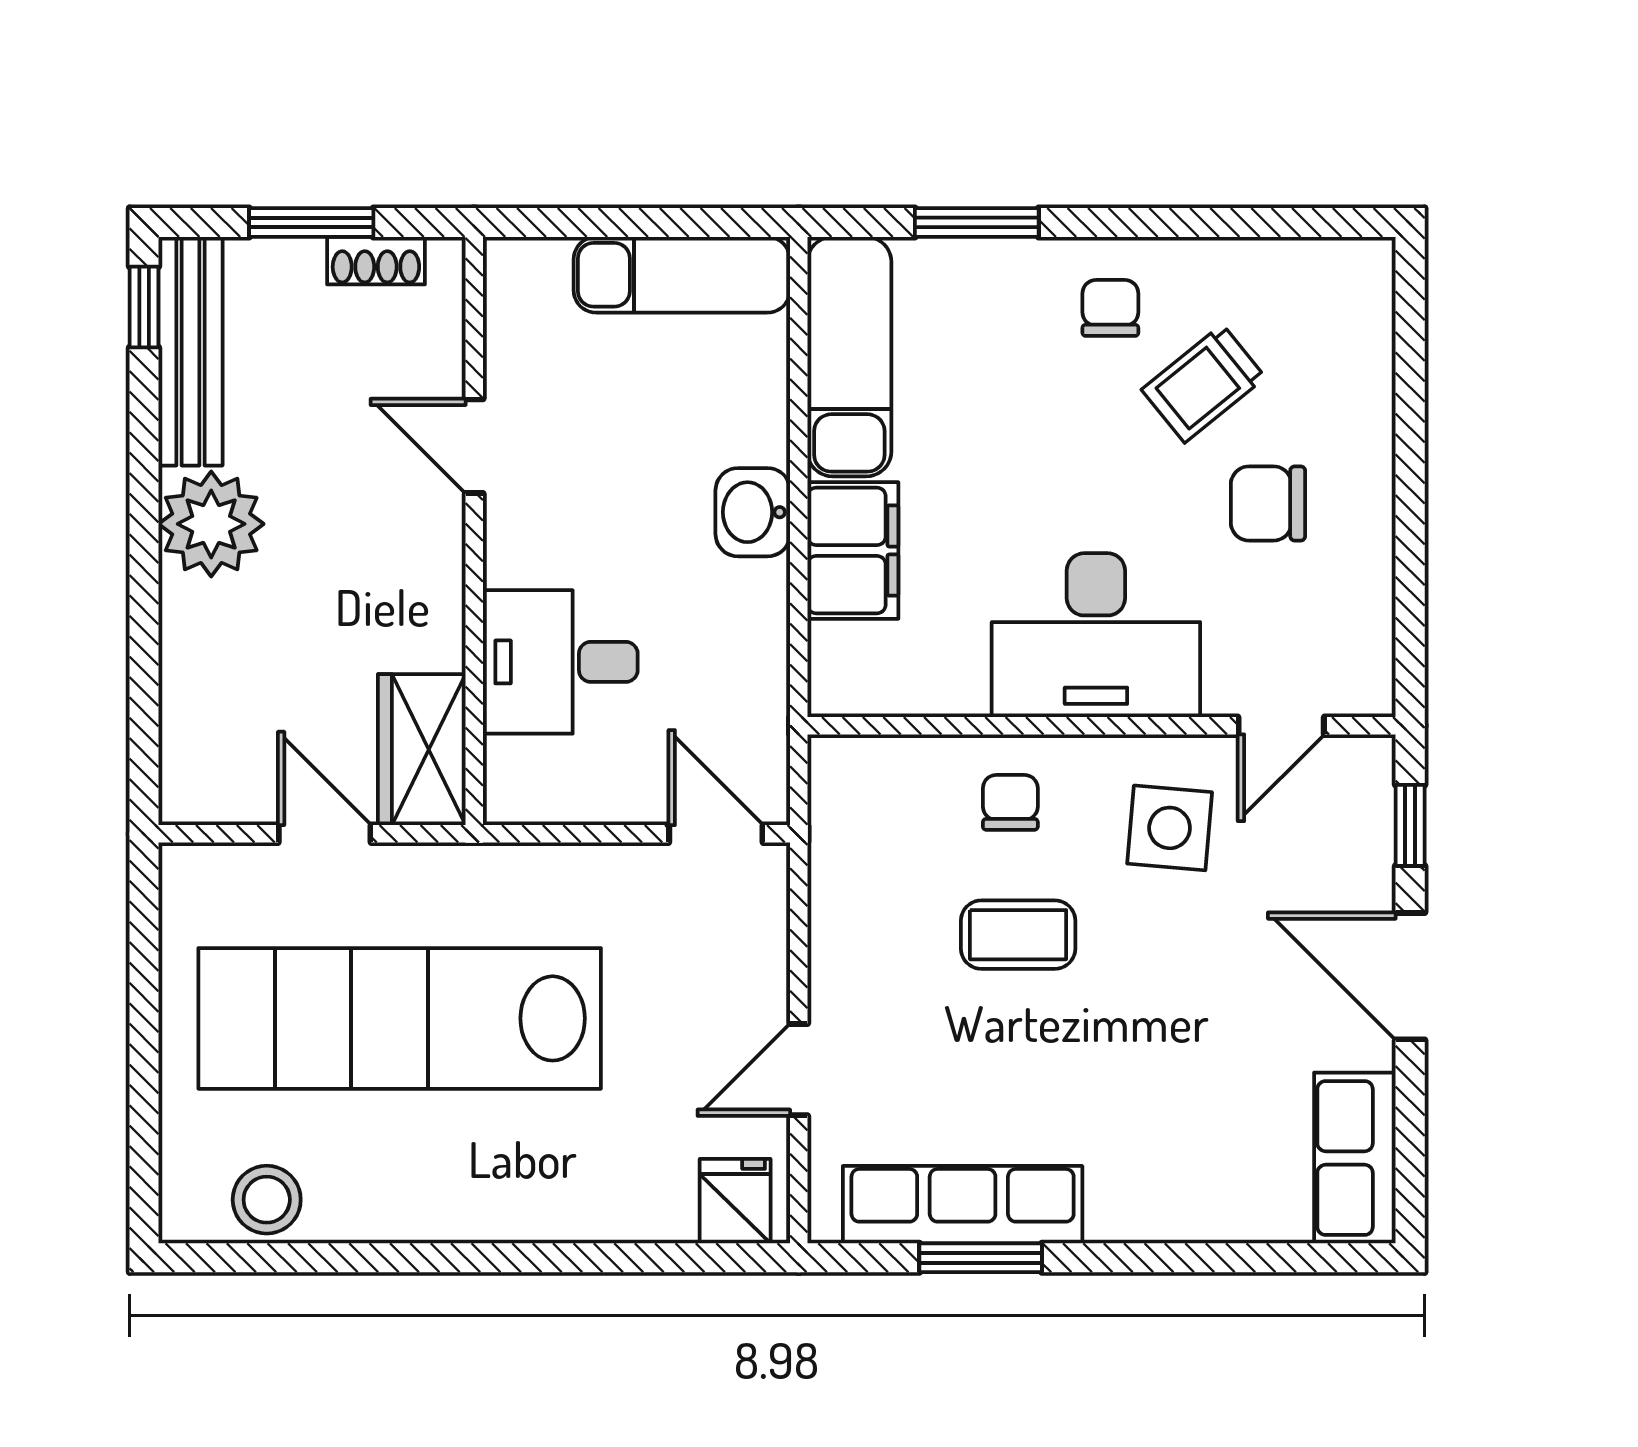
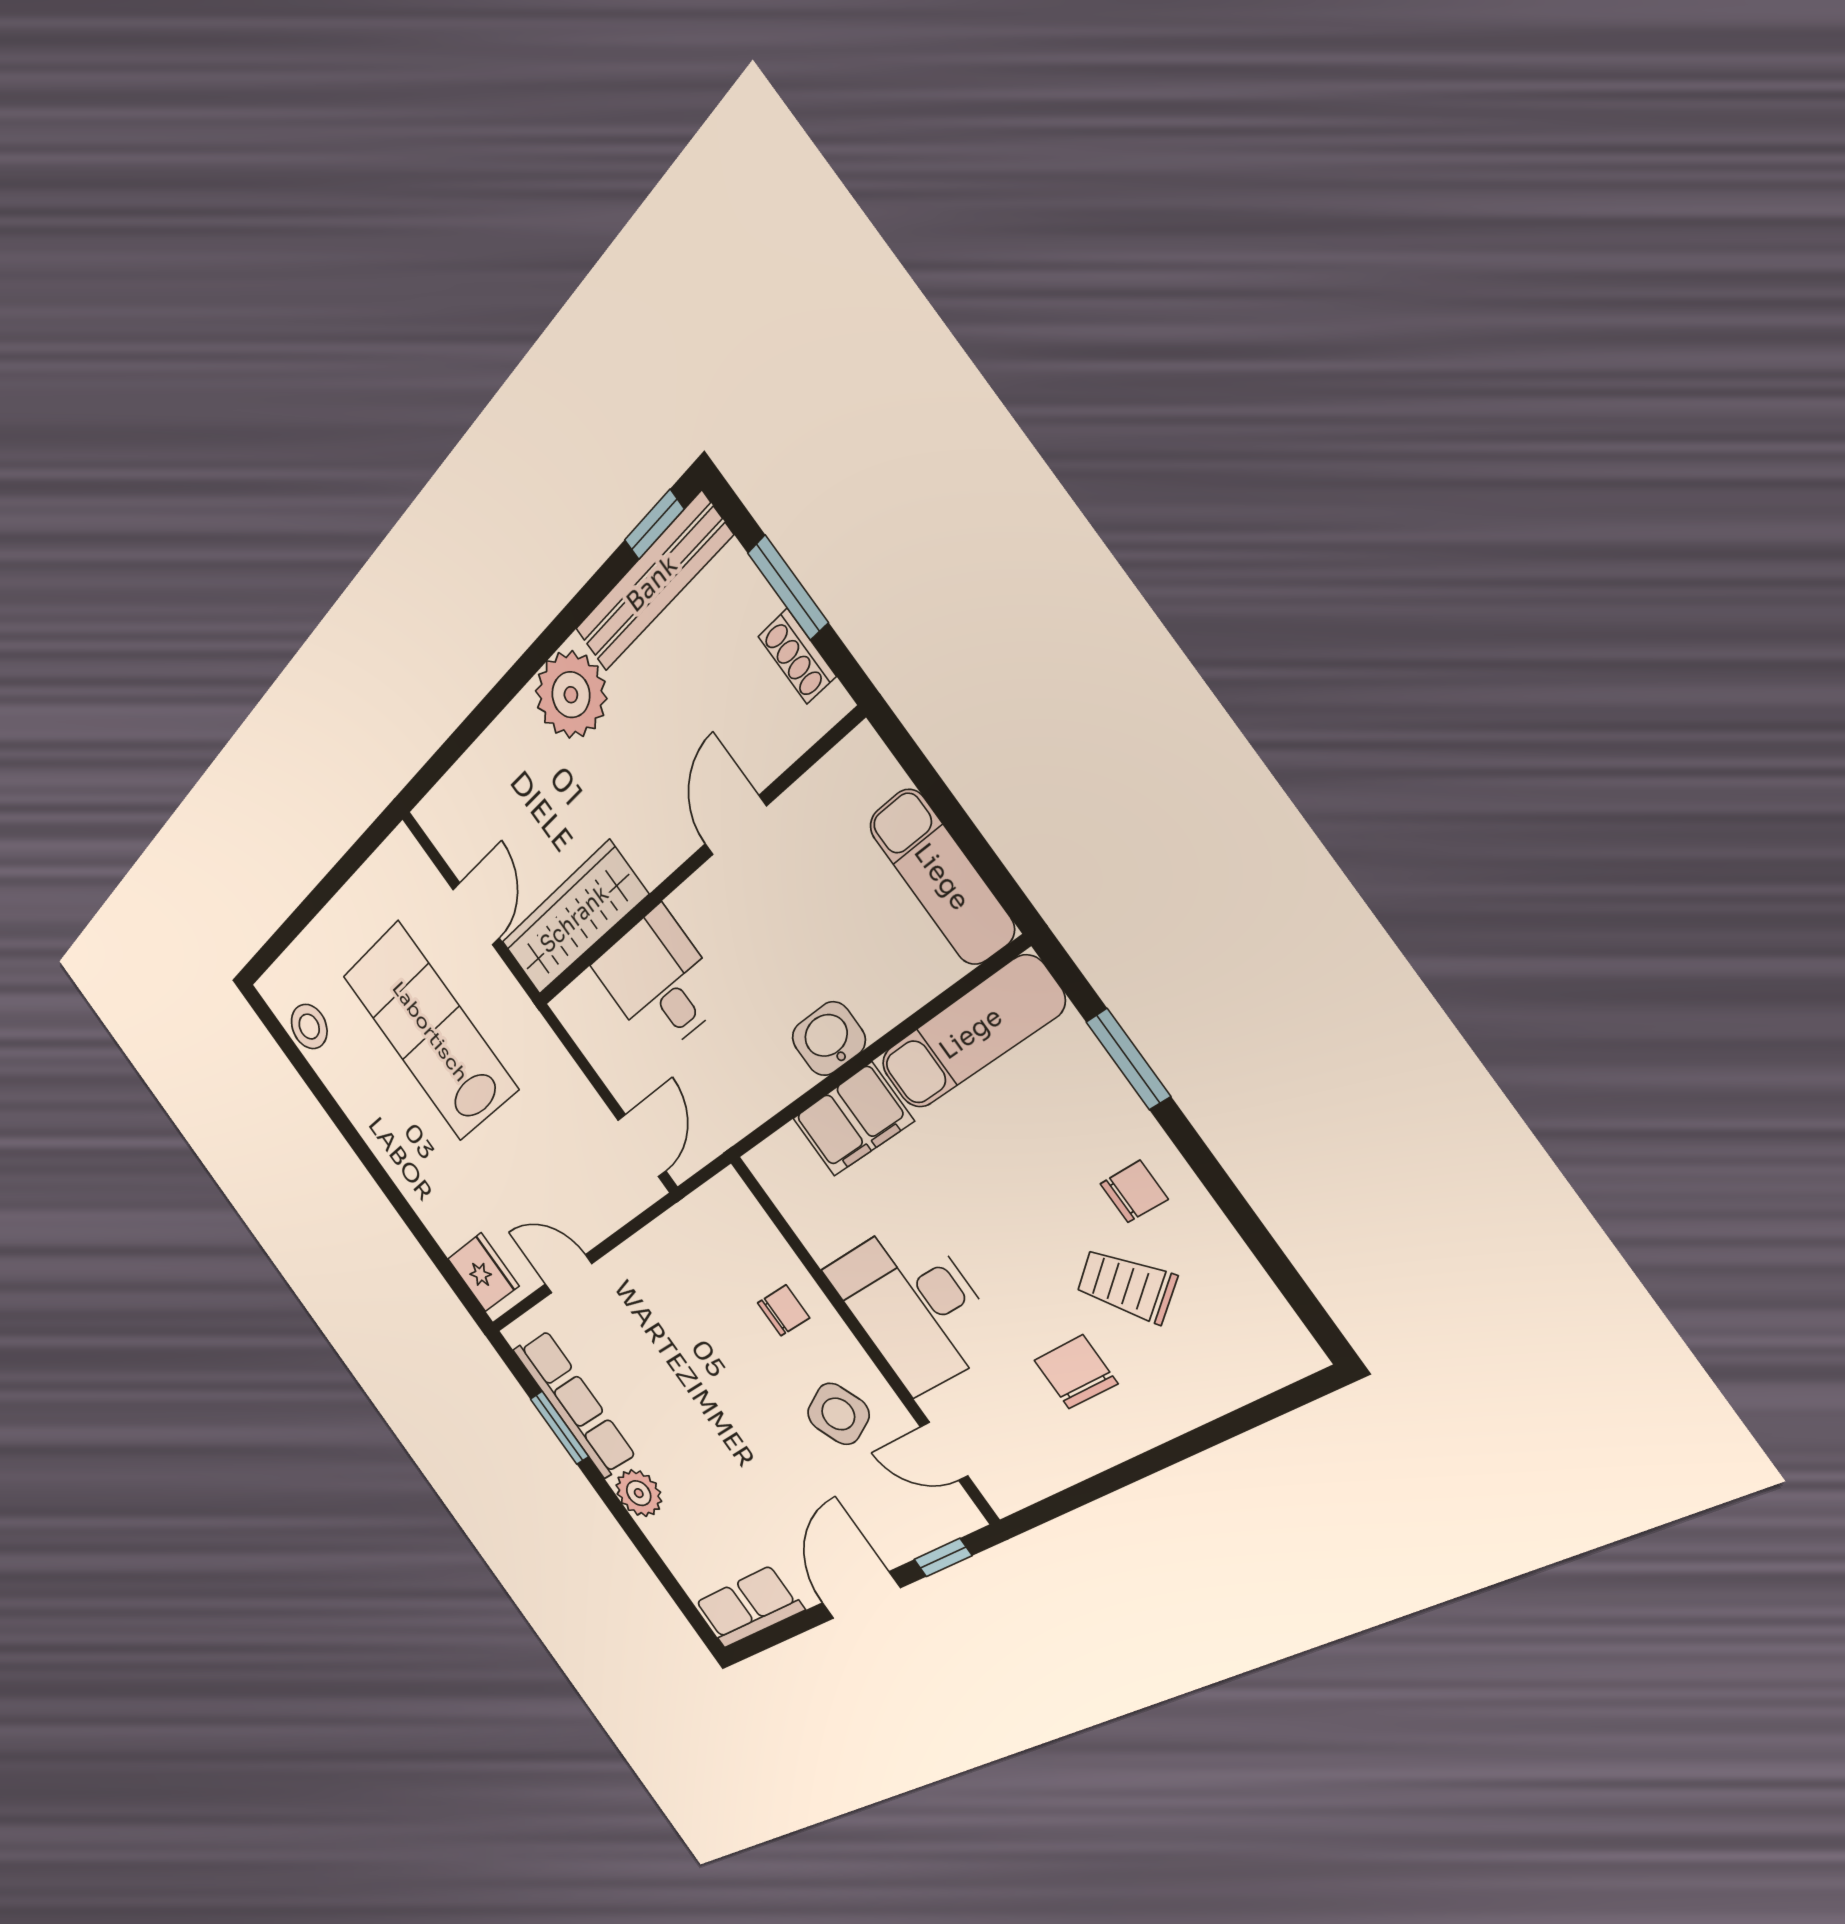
wardrobe: (422, 750) -> (574, 919), width x1.50
side table: (1170, 828) -> (838, 1414), turned -31
coffee table: (1018, 935) -> (720, 1357), removed
lab bench: (400, 1018) -> (430, 1032), width x0.73
fridge: (735, 1201) -> (483, 1272), width x1.38
plant: (1127, 1204) -> (639, 1493), added

